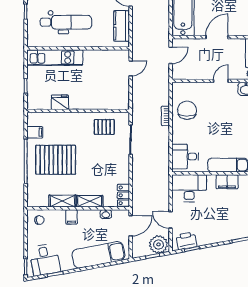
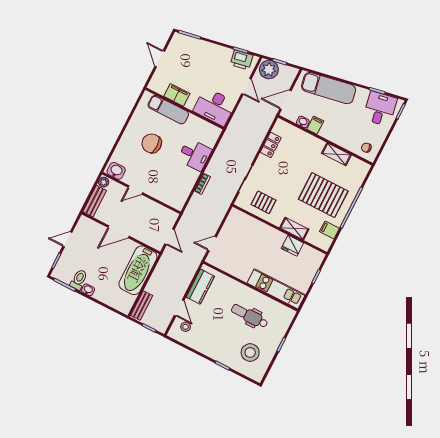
dental chair: (66, 22) -> (249, 316), width x0.73, depth x0.72
door: (171, 55) -> (169, 237), swing flipped
chair: (187, 110) -> (152, 143), moved, turned 90
desk: (185, 157) -> (195, 155), moved
locker: (123, 195) -> (271, 145), moved
shelving: (90, 201) -> (294, 228), moved
filing cabinet: (72, 217) -> (315, 125), moved

